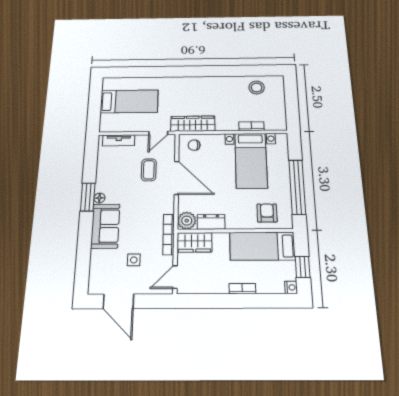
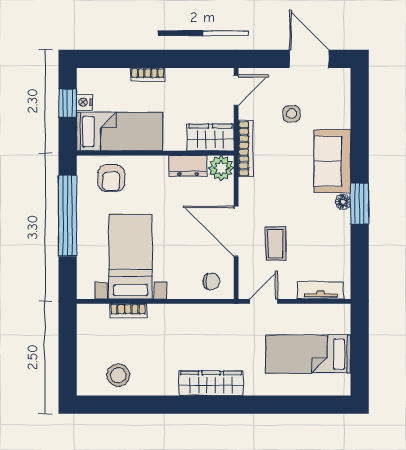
wardrobe: (193, 124) -> (211, 383), moved, turned 180
nightstand: (291, 287) -> (84, 102), moved

